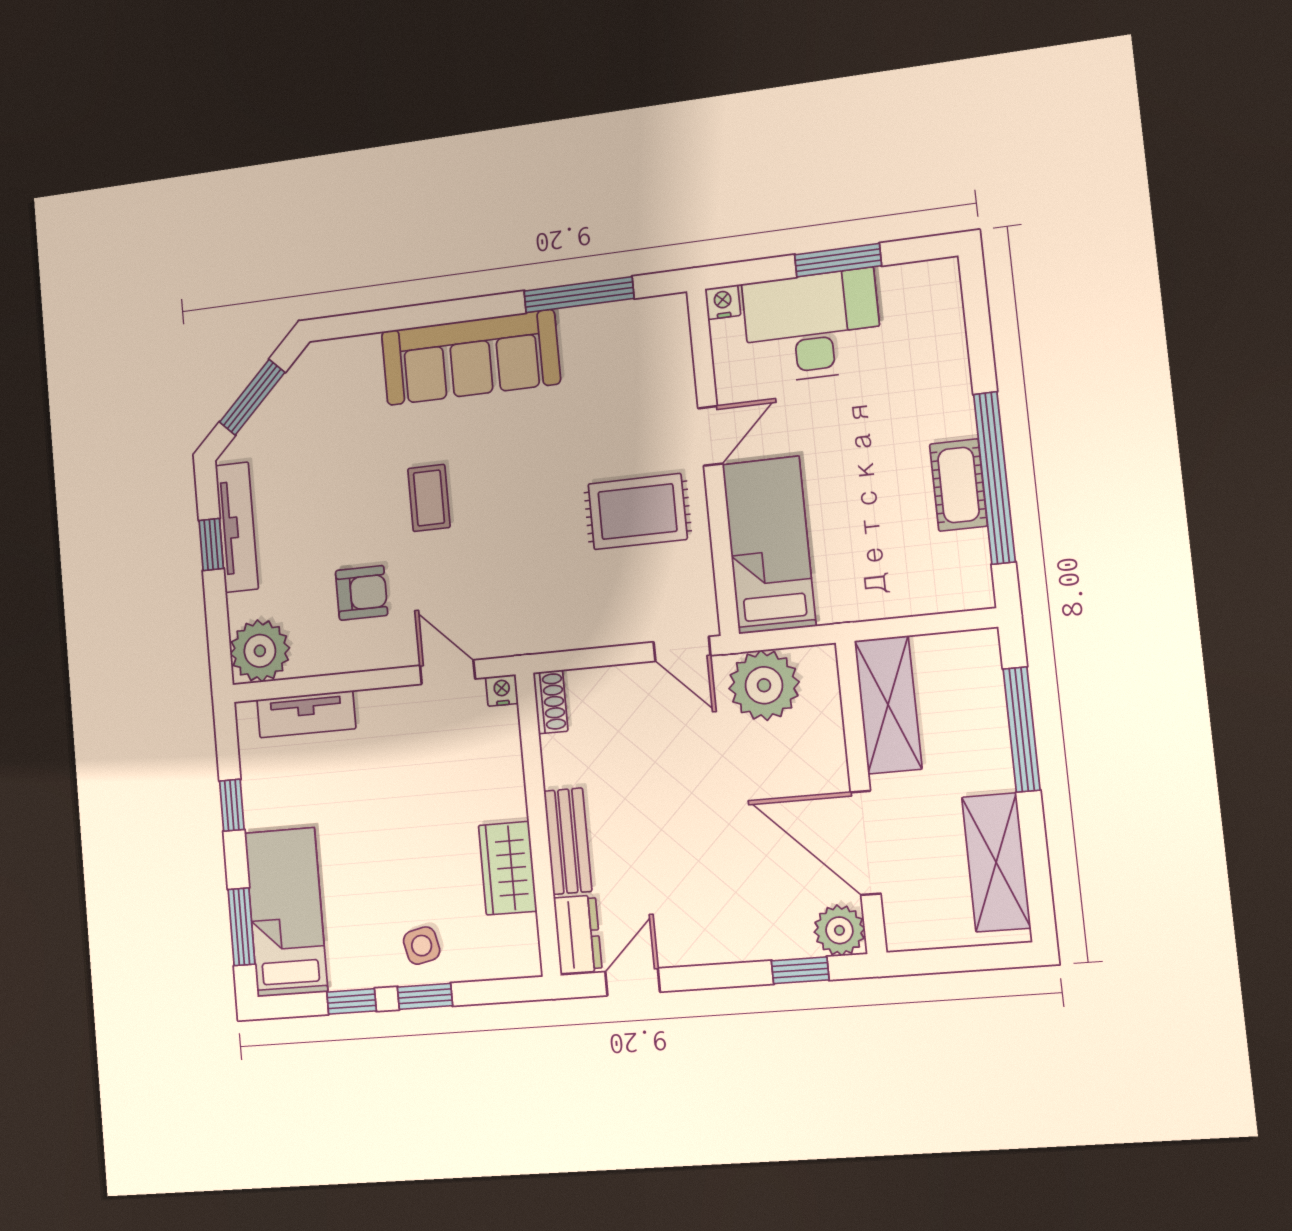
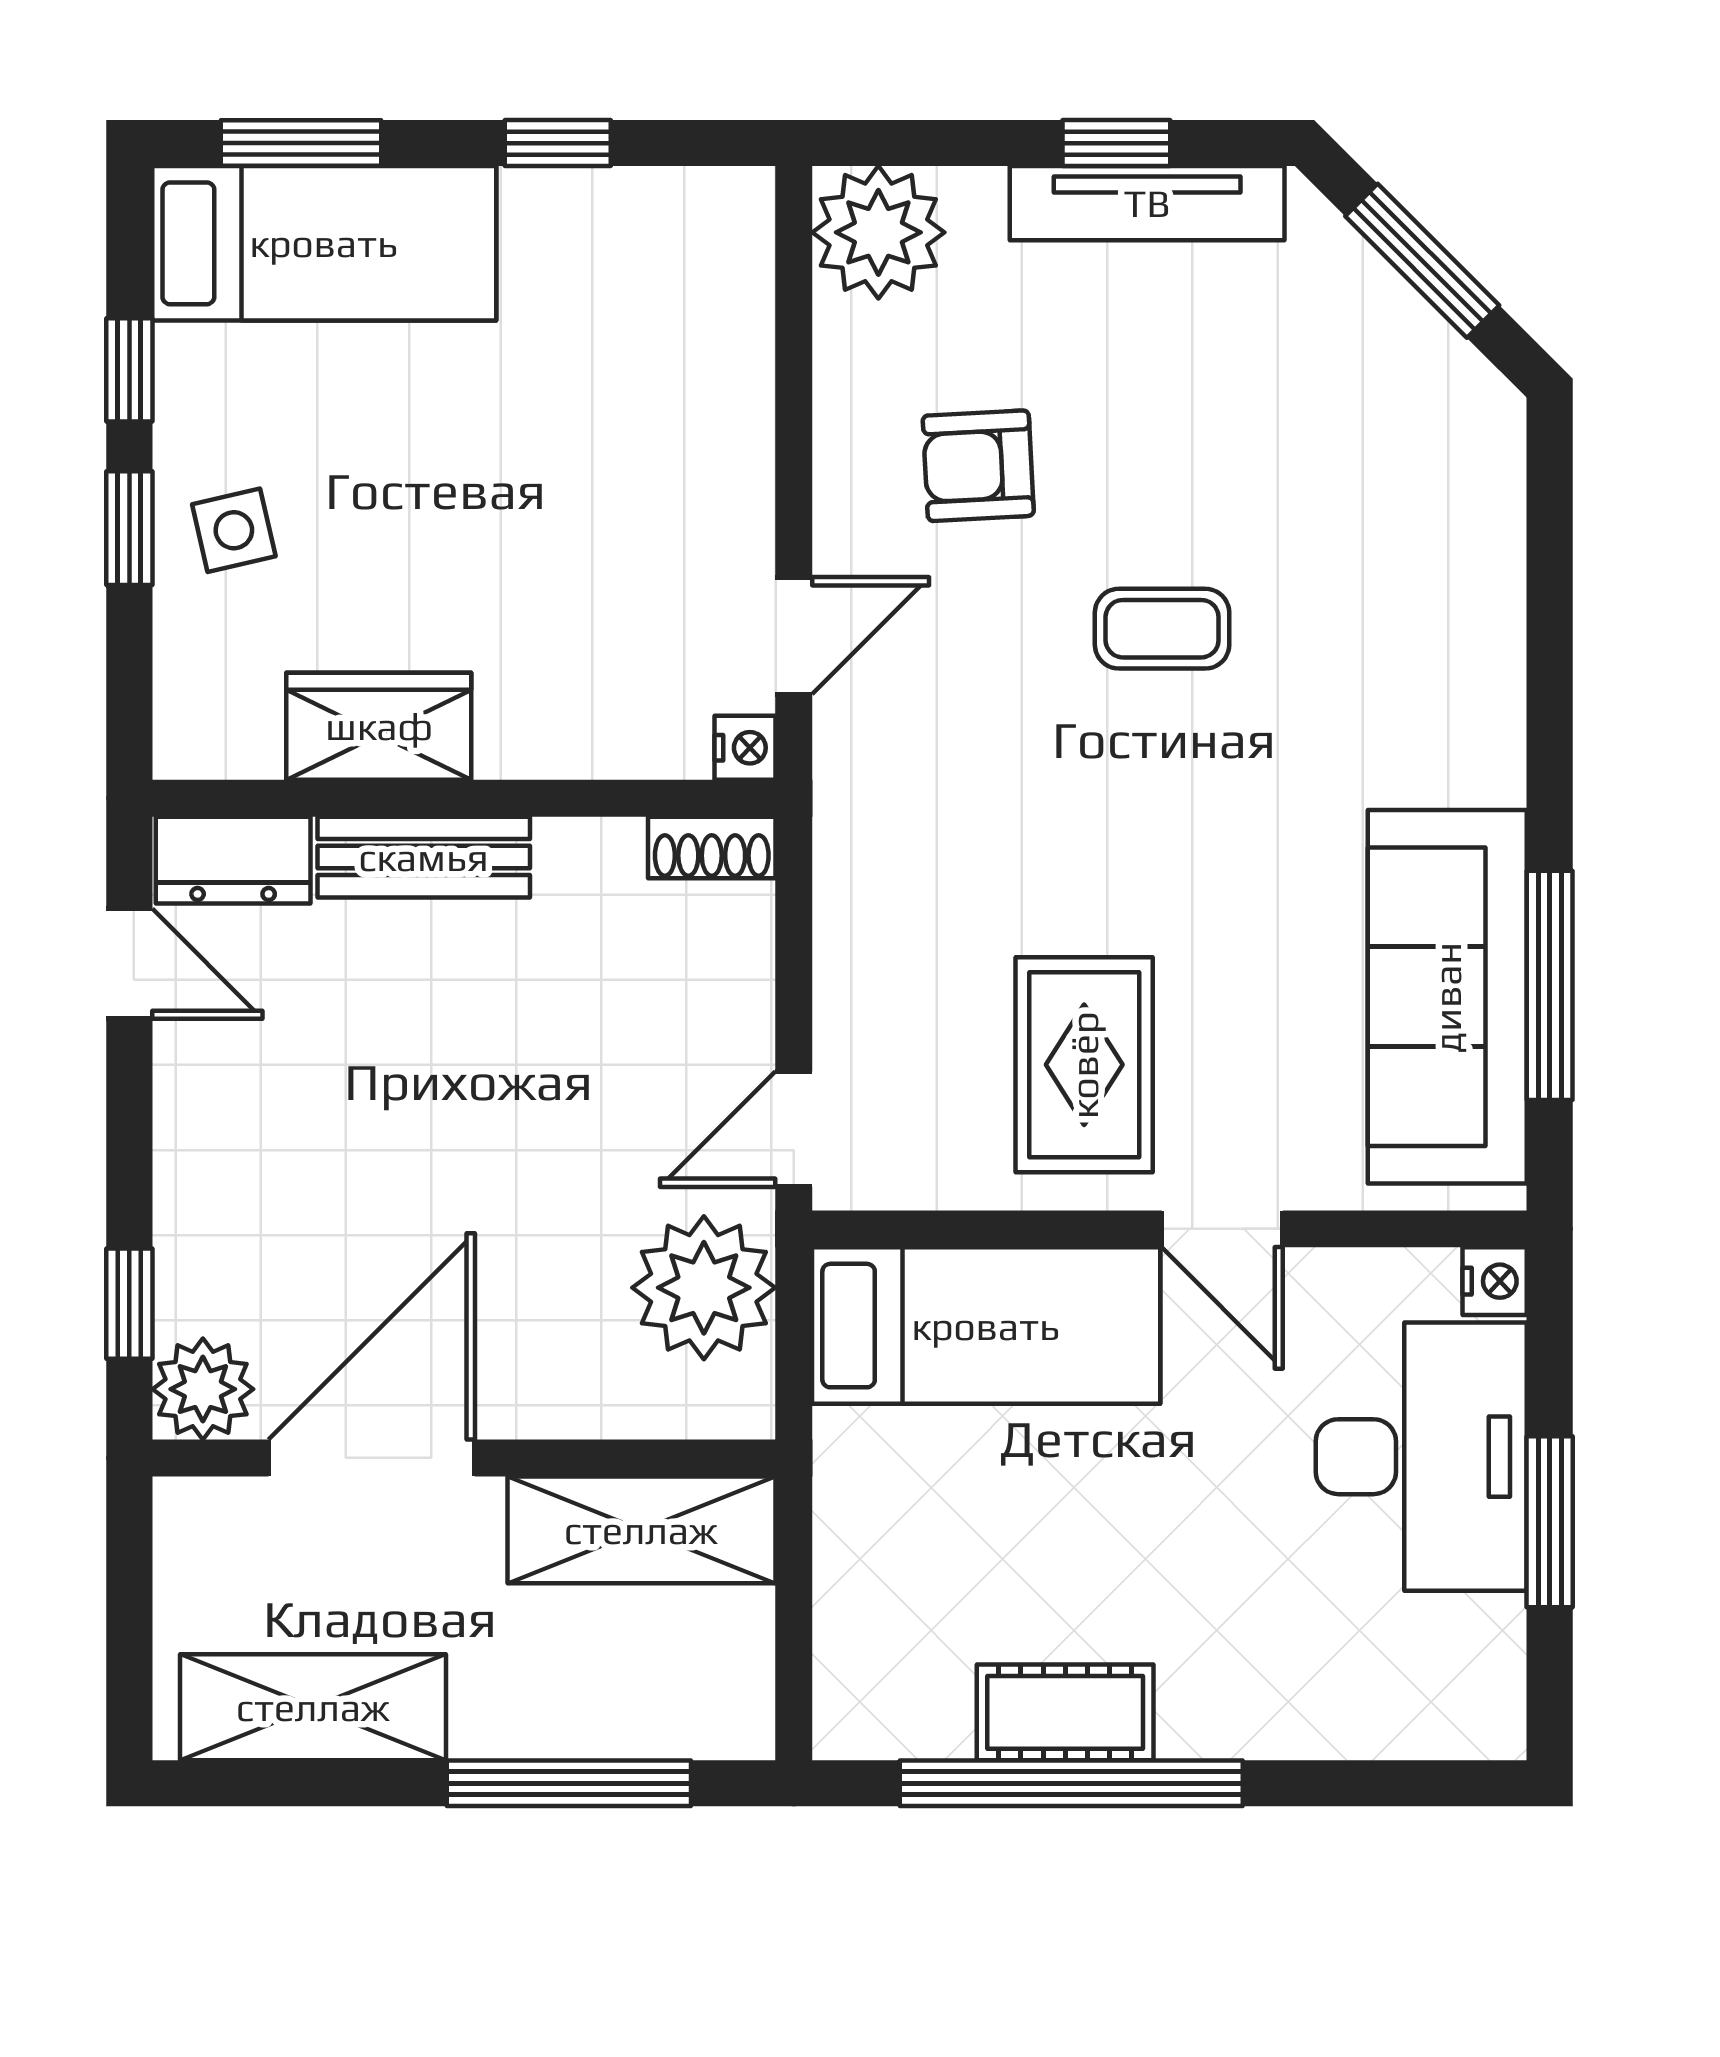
sofa: (470, 357) -> (1447, 997), moved
armchair: (362, 593) -> (978, 466), turned 87
tv unit: (306, 714) -> (735, 323), removed

